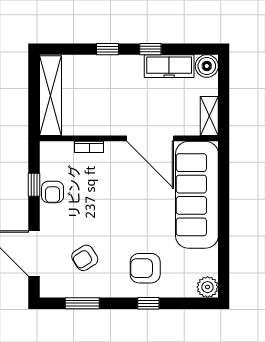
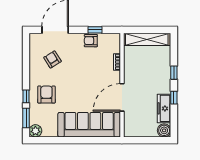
shelving: (209, 116) -> (135, 132), removed
window: (82, 303) -> (26, 118), moved

